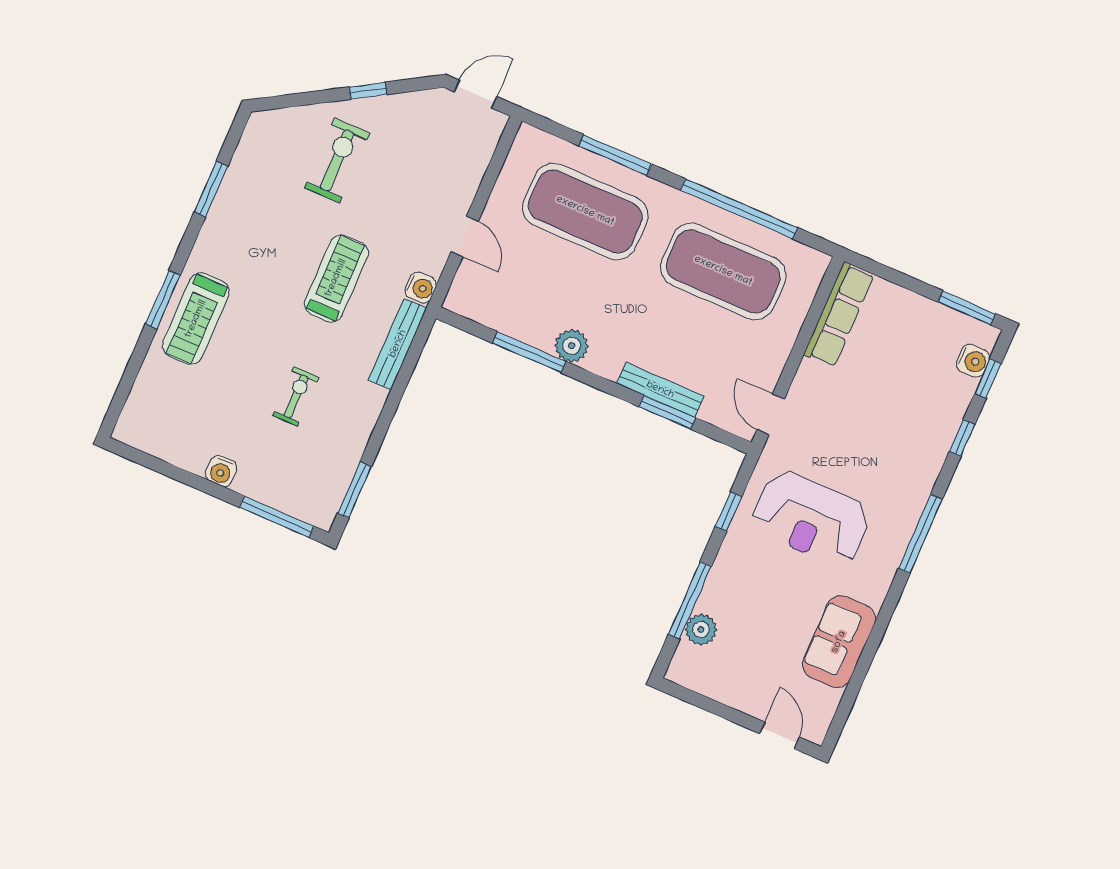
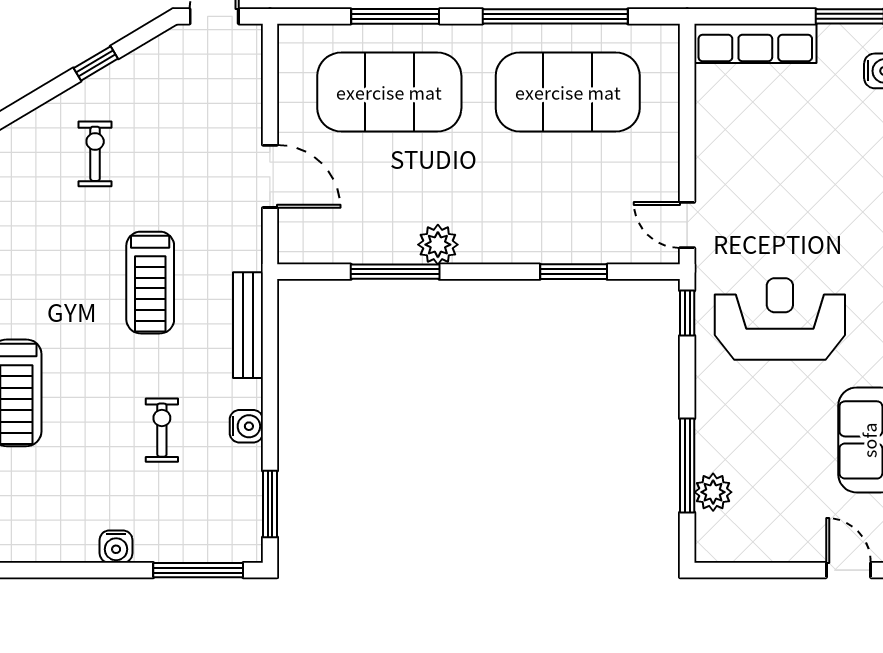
exercise bike: (337, 160) -> (95, 154), width x0.73, depth x0.72
door: (465, 237) -> (270, 176), width x1.37
treadmill: (336, 278) -> (150, 283), turned 180
water cooler: (421, 288) -> (246, 426), moved
row of seats: (839, 315) -> (755, 43), moved, turned 90
bench: (660, 390) -> (555, 250), removed
window: (729, 511) -> (687, 313), moved
reception desk: (811, 518) -> (780, 319), turned 180

